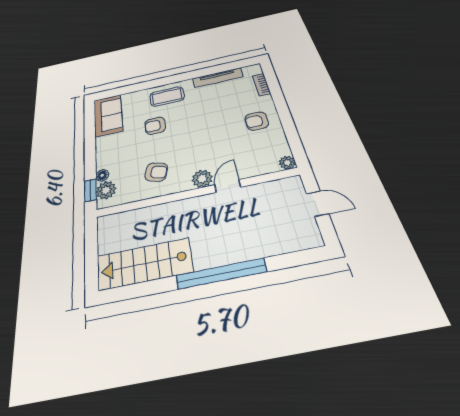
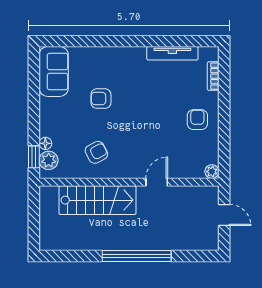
coffee table: (167, 96) -> (117, 64), removed
armchair: (257, 121) -> (197, 120), turned 90
armchair: (156, 172) -> (96, 152), turned -45
plant: (202, 179) -> (136, 169), removed
stairs: (144, 264) -> (97, 200), moved, turned 180

